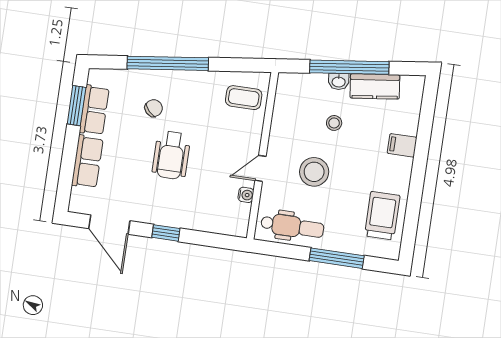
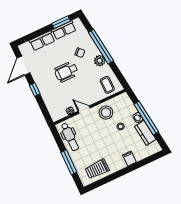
plant: (191, 82) -> (100, 61), added
stool: (314, 172) -> (106, 112), moved
trolley: (382, 216) -> (97, 169), turned 180

